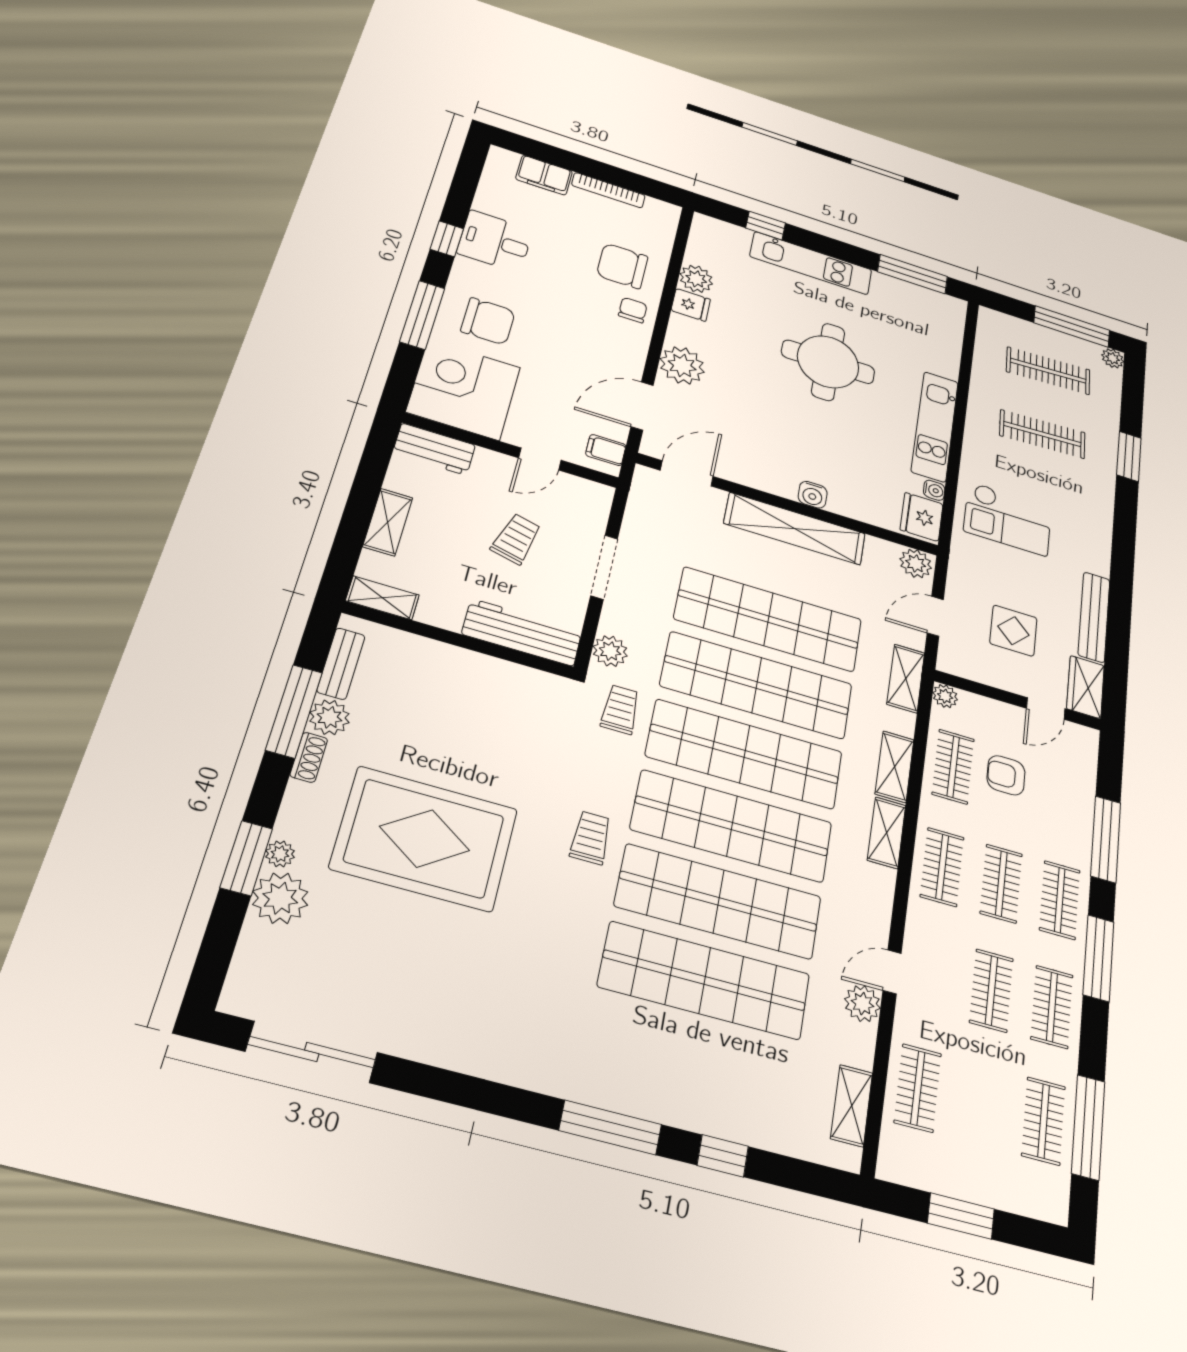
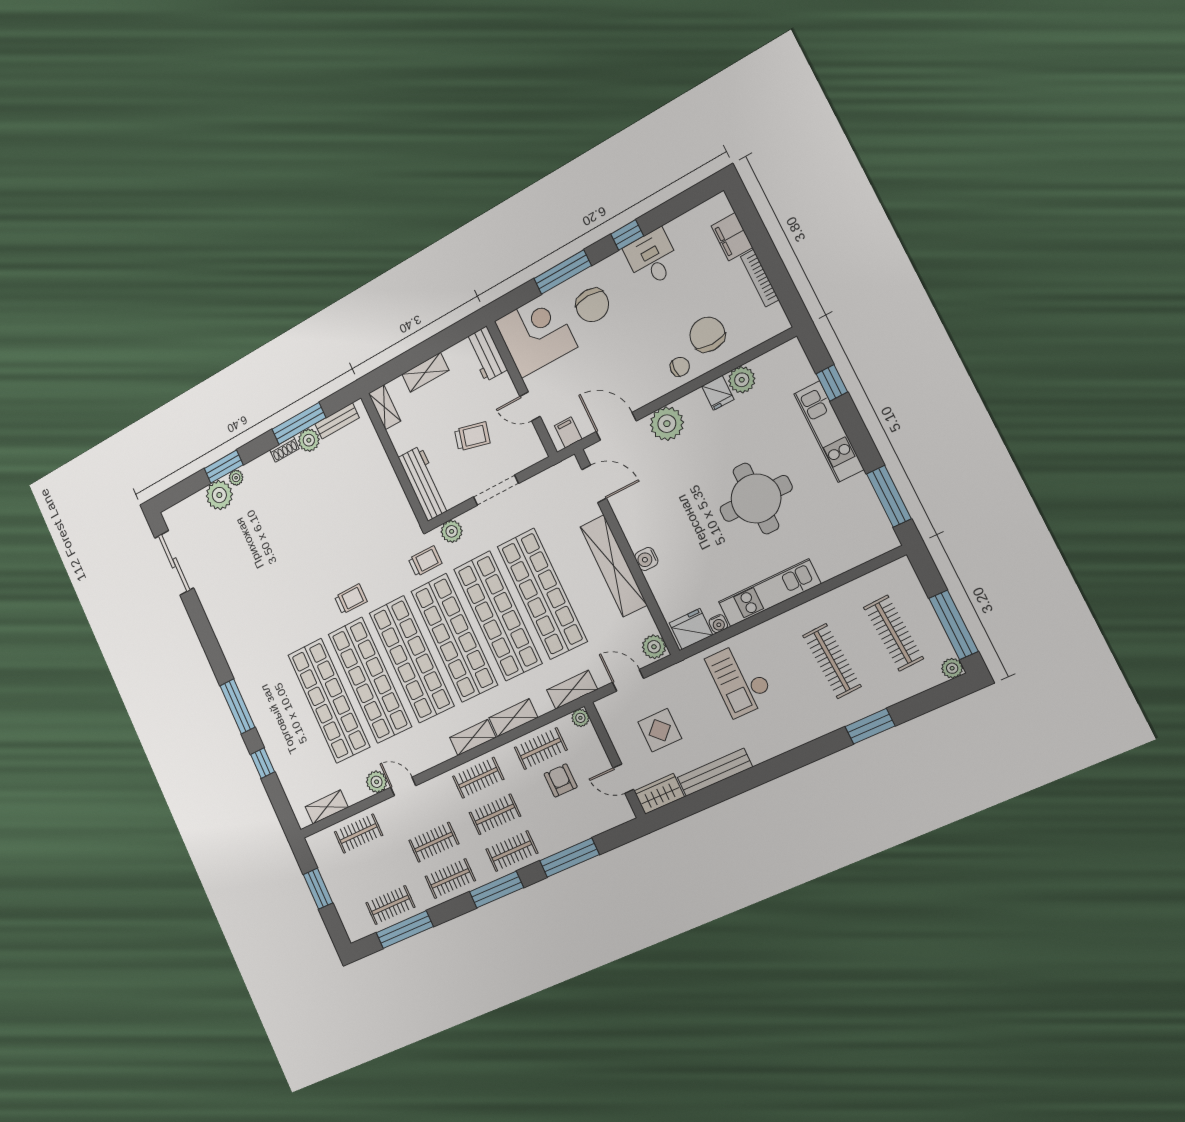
rug: (425, 838) -> (291, 529), removed

